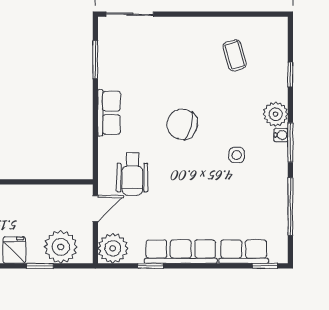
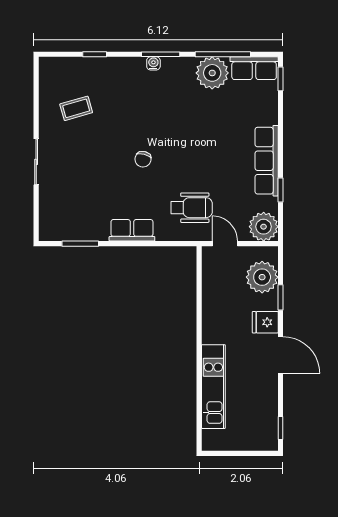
sliding door: (130, 14) -> (36, 162), moved
plant: (276, 114) -> (212, 73), moved, width x1.36, depth x1.36
chair: (182, 124) -> (143, 159), width x0.54, depth x0.54
side table: (237, 155) -> (173, 106), removed
row of seats: (244, 252) -> (254, 68), moved, turned -90

